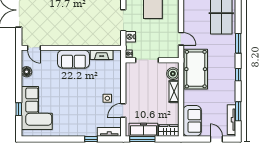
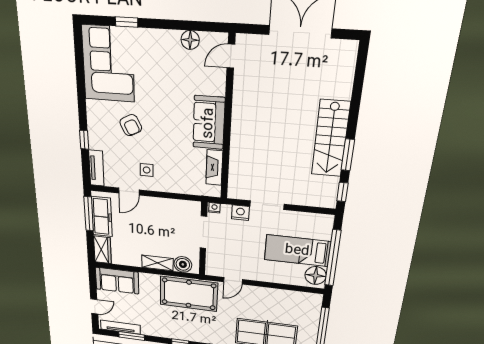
corner sofa: (37, 108) -> (108, 64), moved, turned -90
armchair: (79, 108) -> (131, 125), added
door: (123, 110) -> (129, 191), swing flipped

